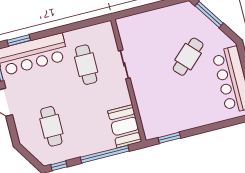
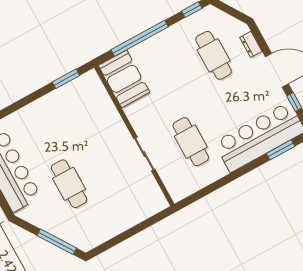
cafe table: (188, 57) -> (69, 184), turned -47
dresser: (21, 127) -> (251, 44), added

